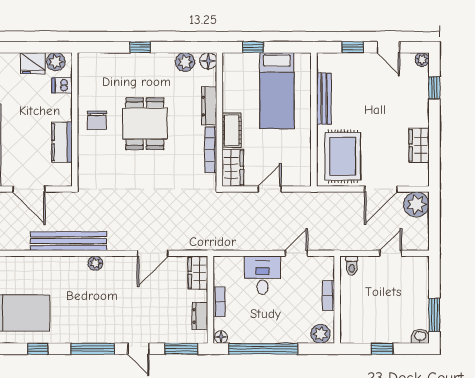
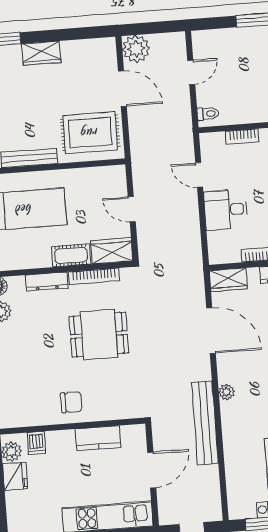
dining table: (145, 124) -> (99, 335), moved
wardrobe: (419, 145) -> (41, 53), moved
door: (153, 253) -> (211, 331), width x1.36
door: (391, 253) -> (191, 72), swing flipped

